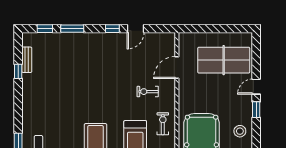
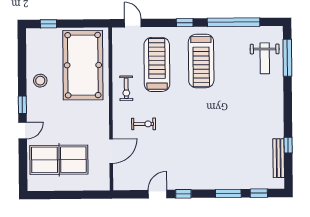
bench: (27, 60) -> (279, 158), width x1.36

